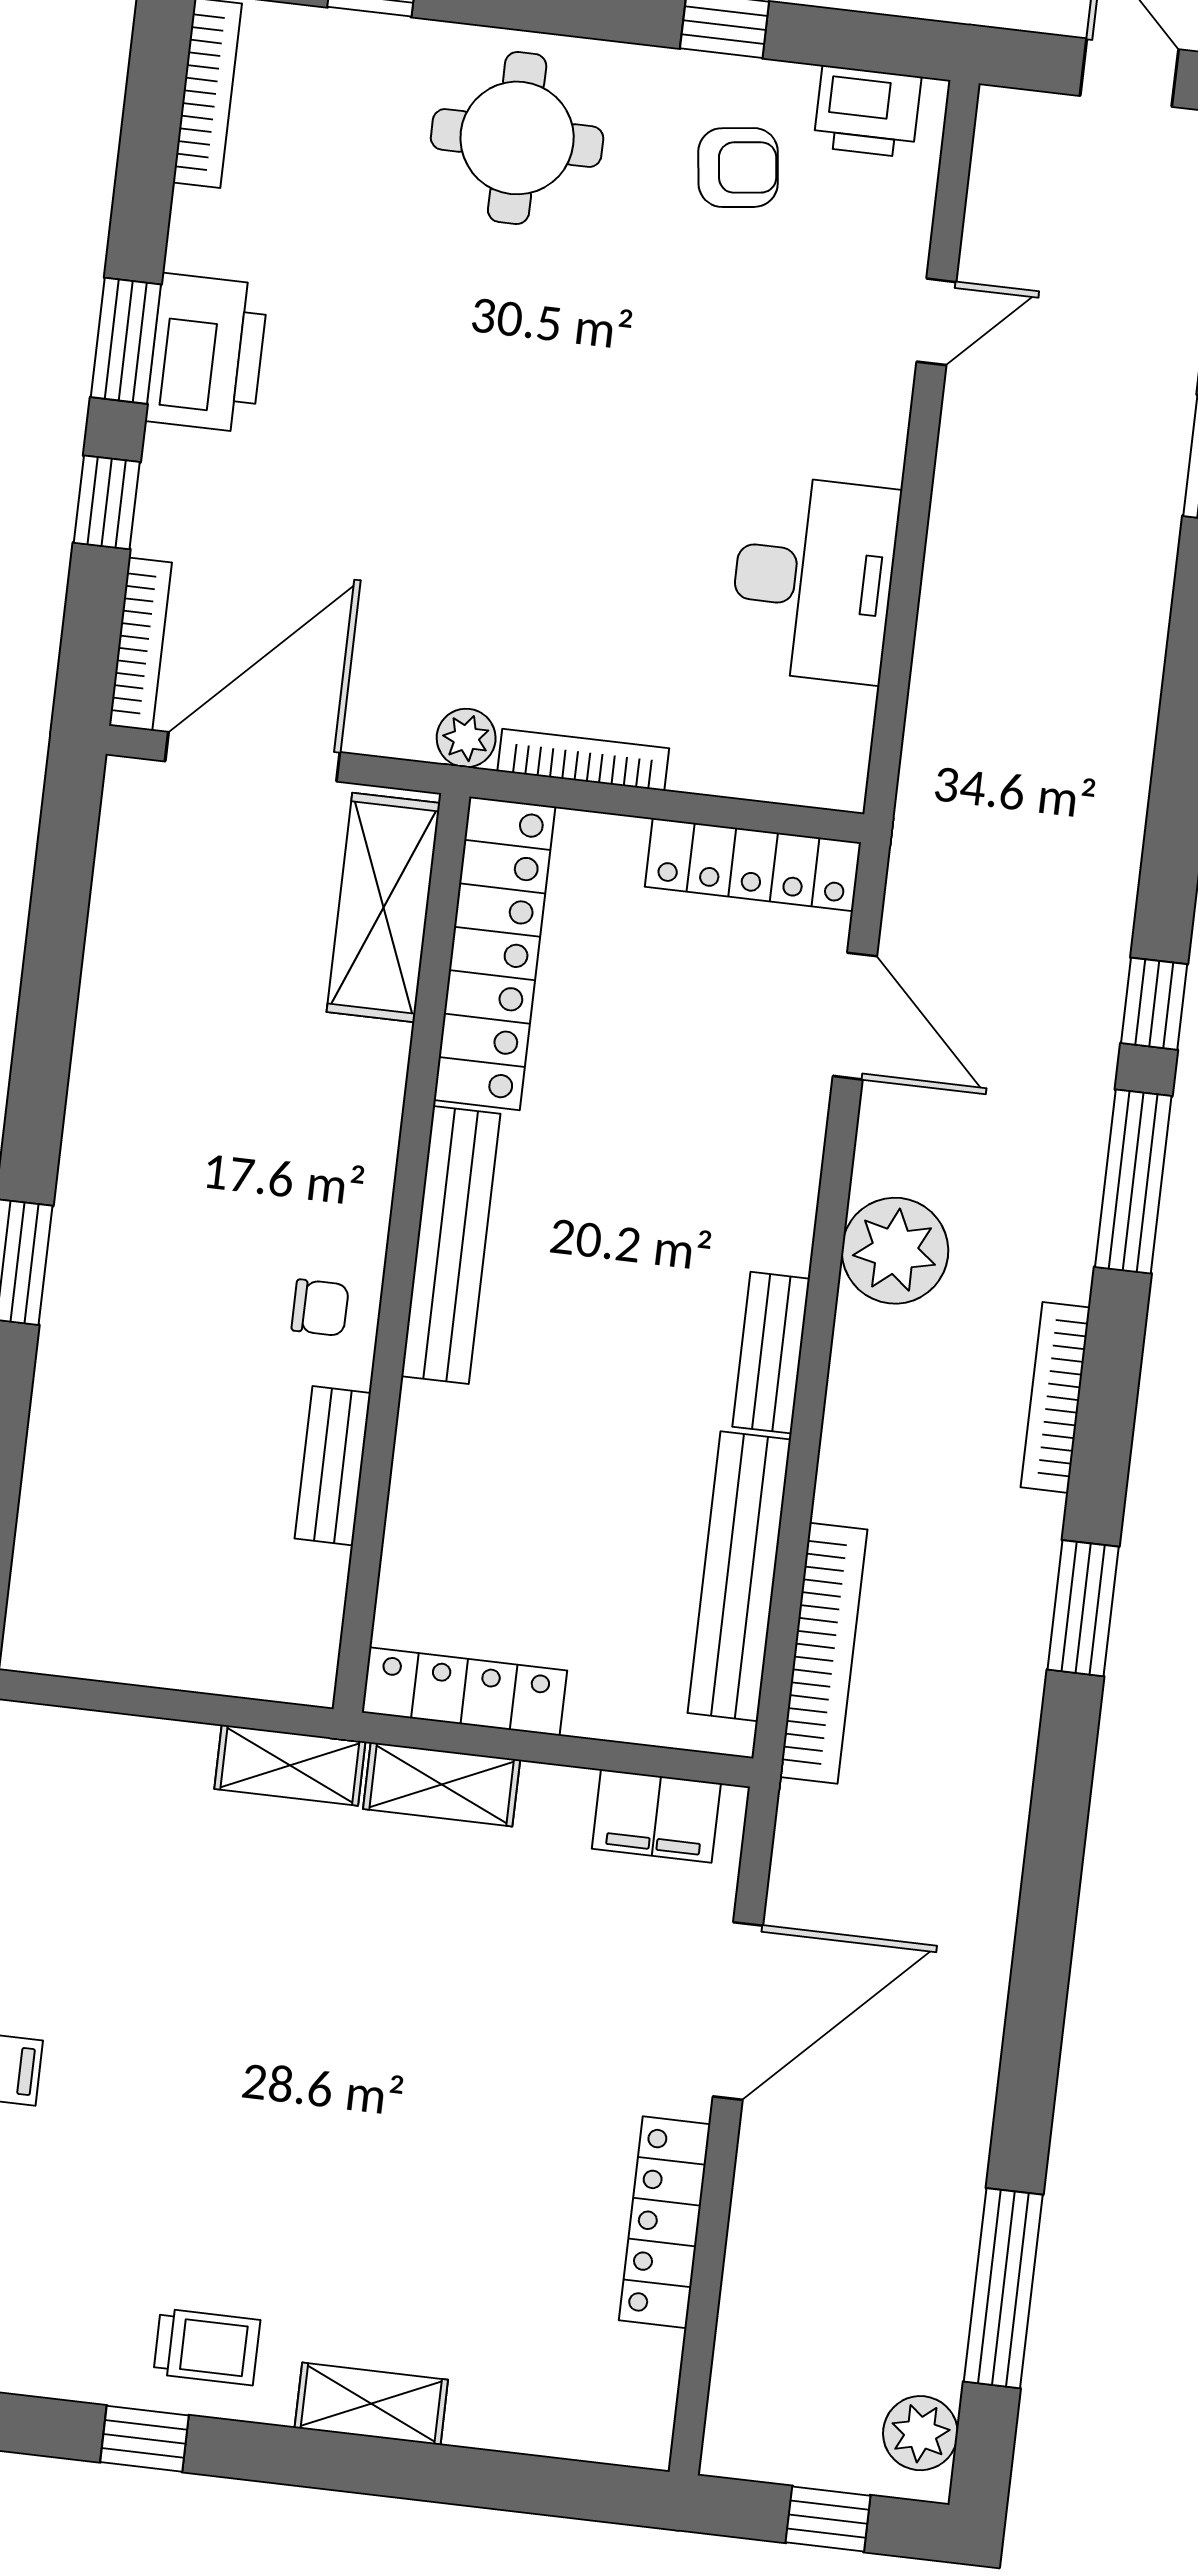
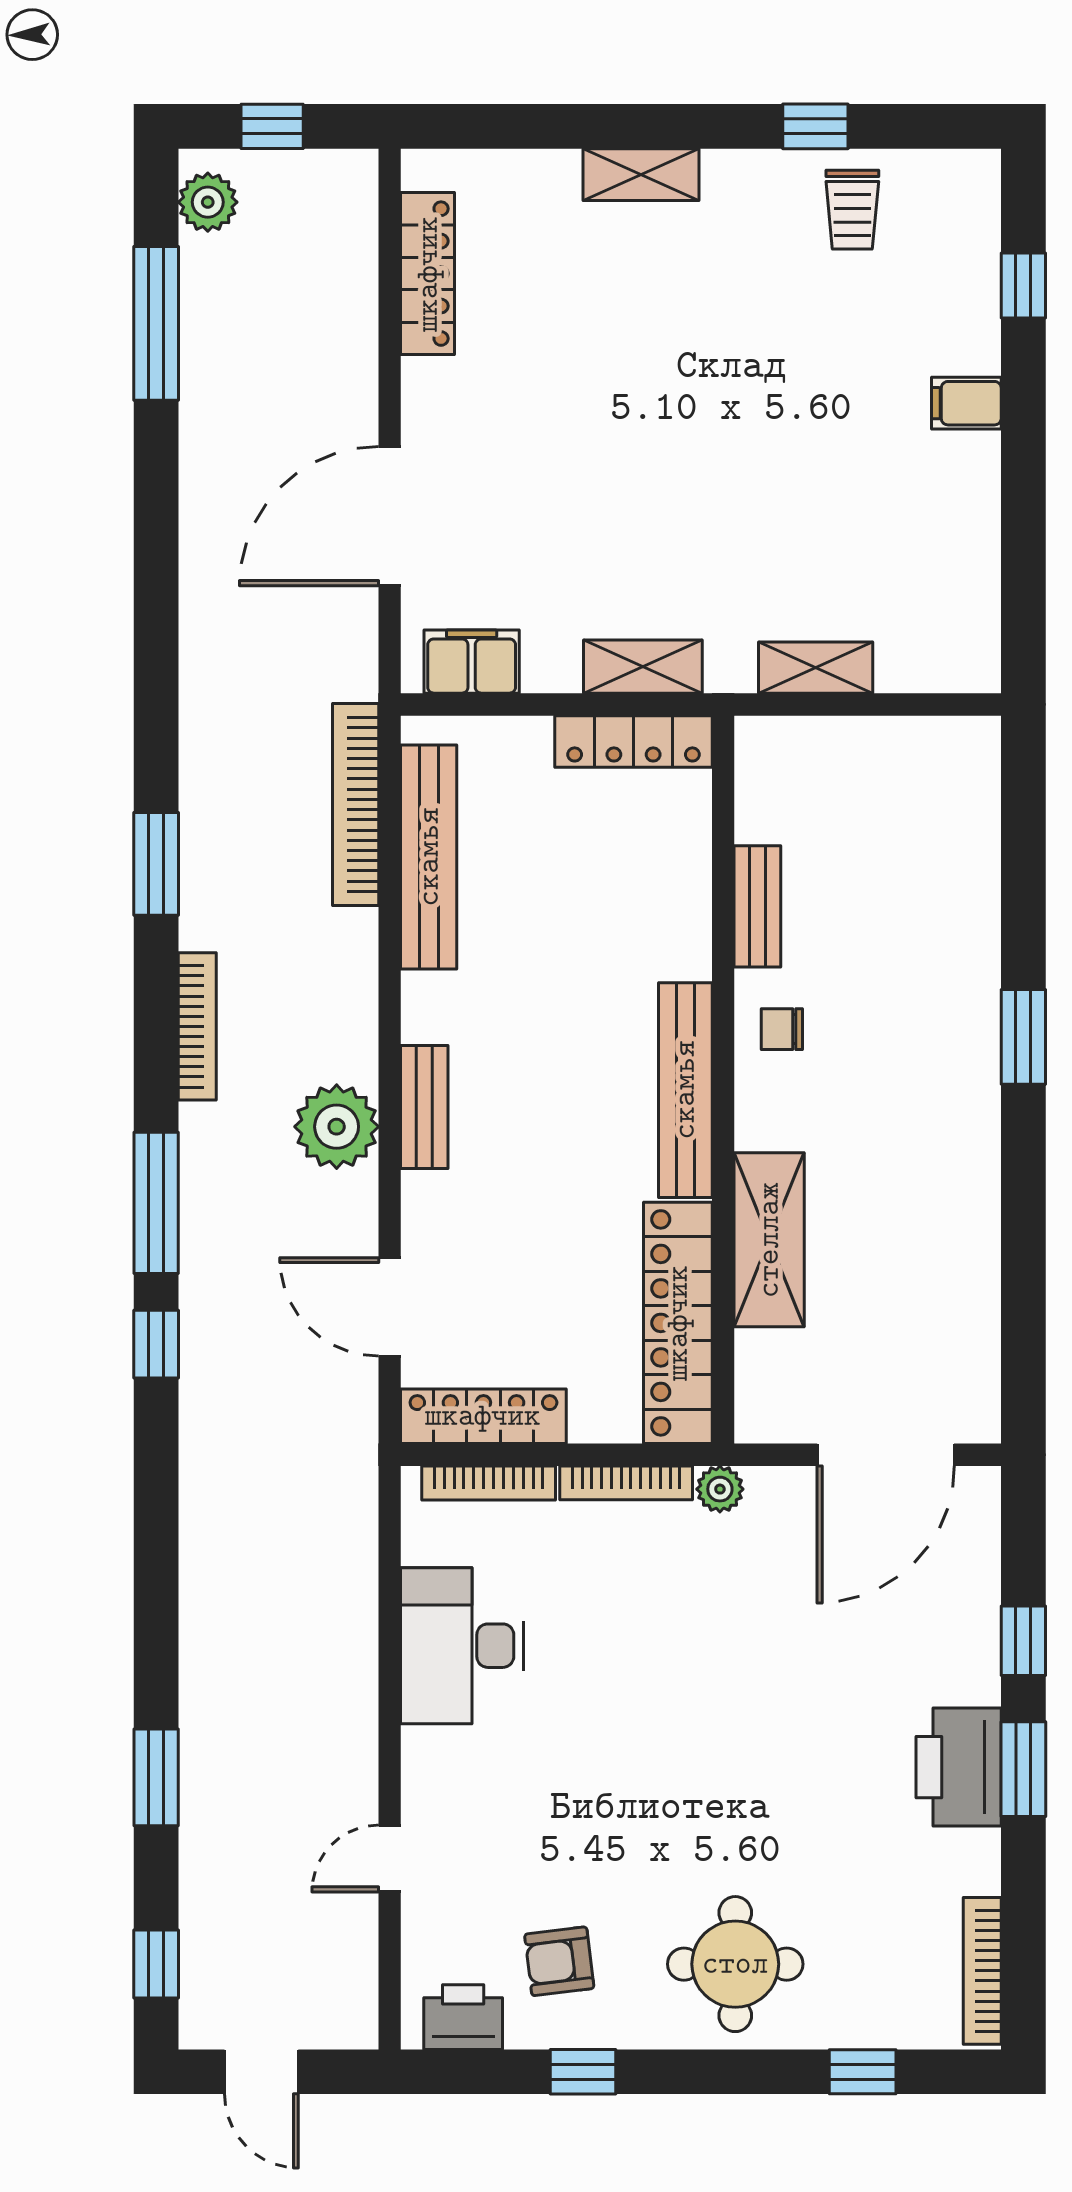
bookcase: (140, 644) -> (489, 1483), moved, turned -90
shelving: (383, 907) -> (769, 1240), moved
bench: (771, 1353) -> (424, 1107), moved
shelving: (290, 1765) -> (816, 668), moved
locker: (665, 2222) -> (428, 274), moved
trolley: (207, 2347) -> (852, 210), moved, turned -90

